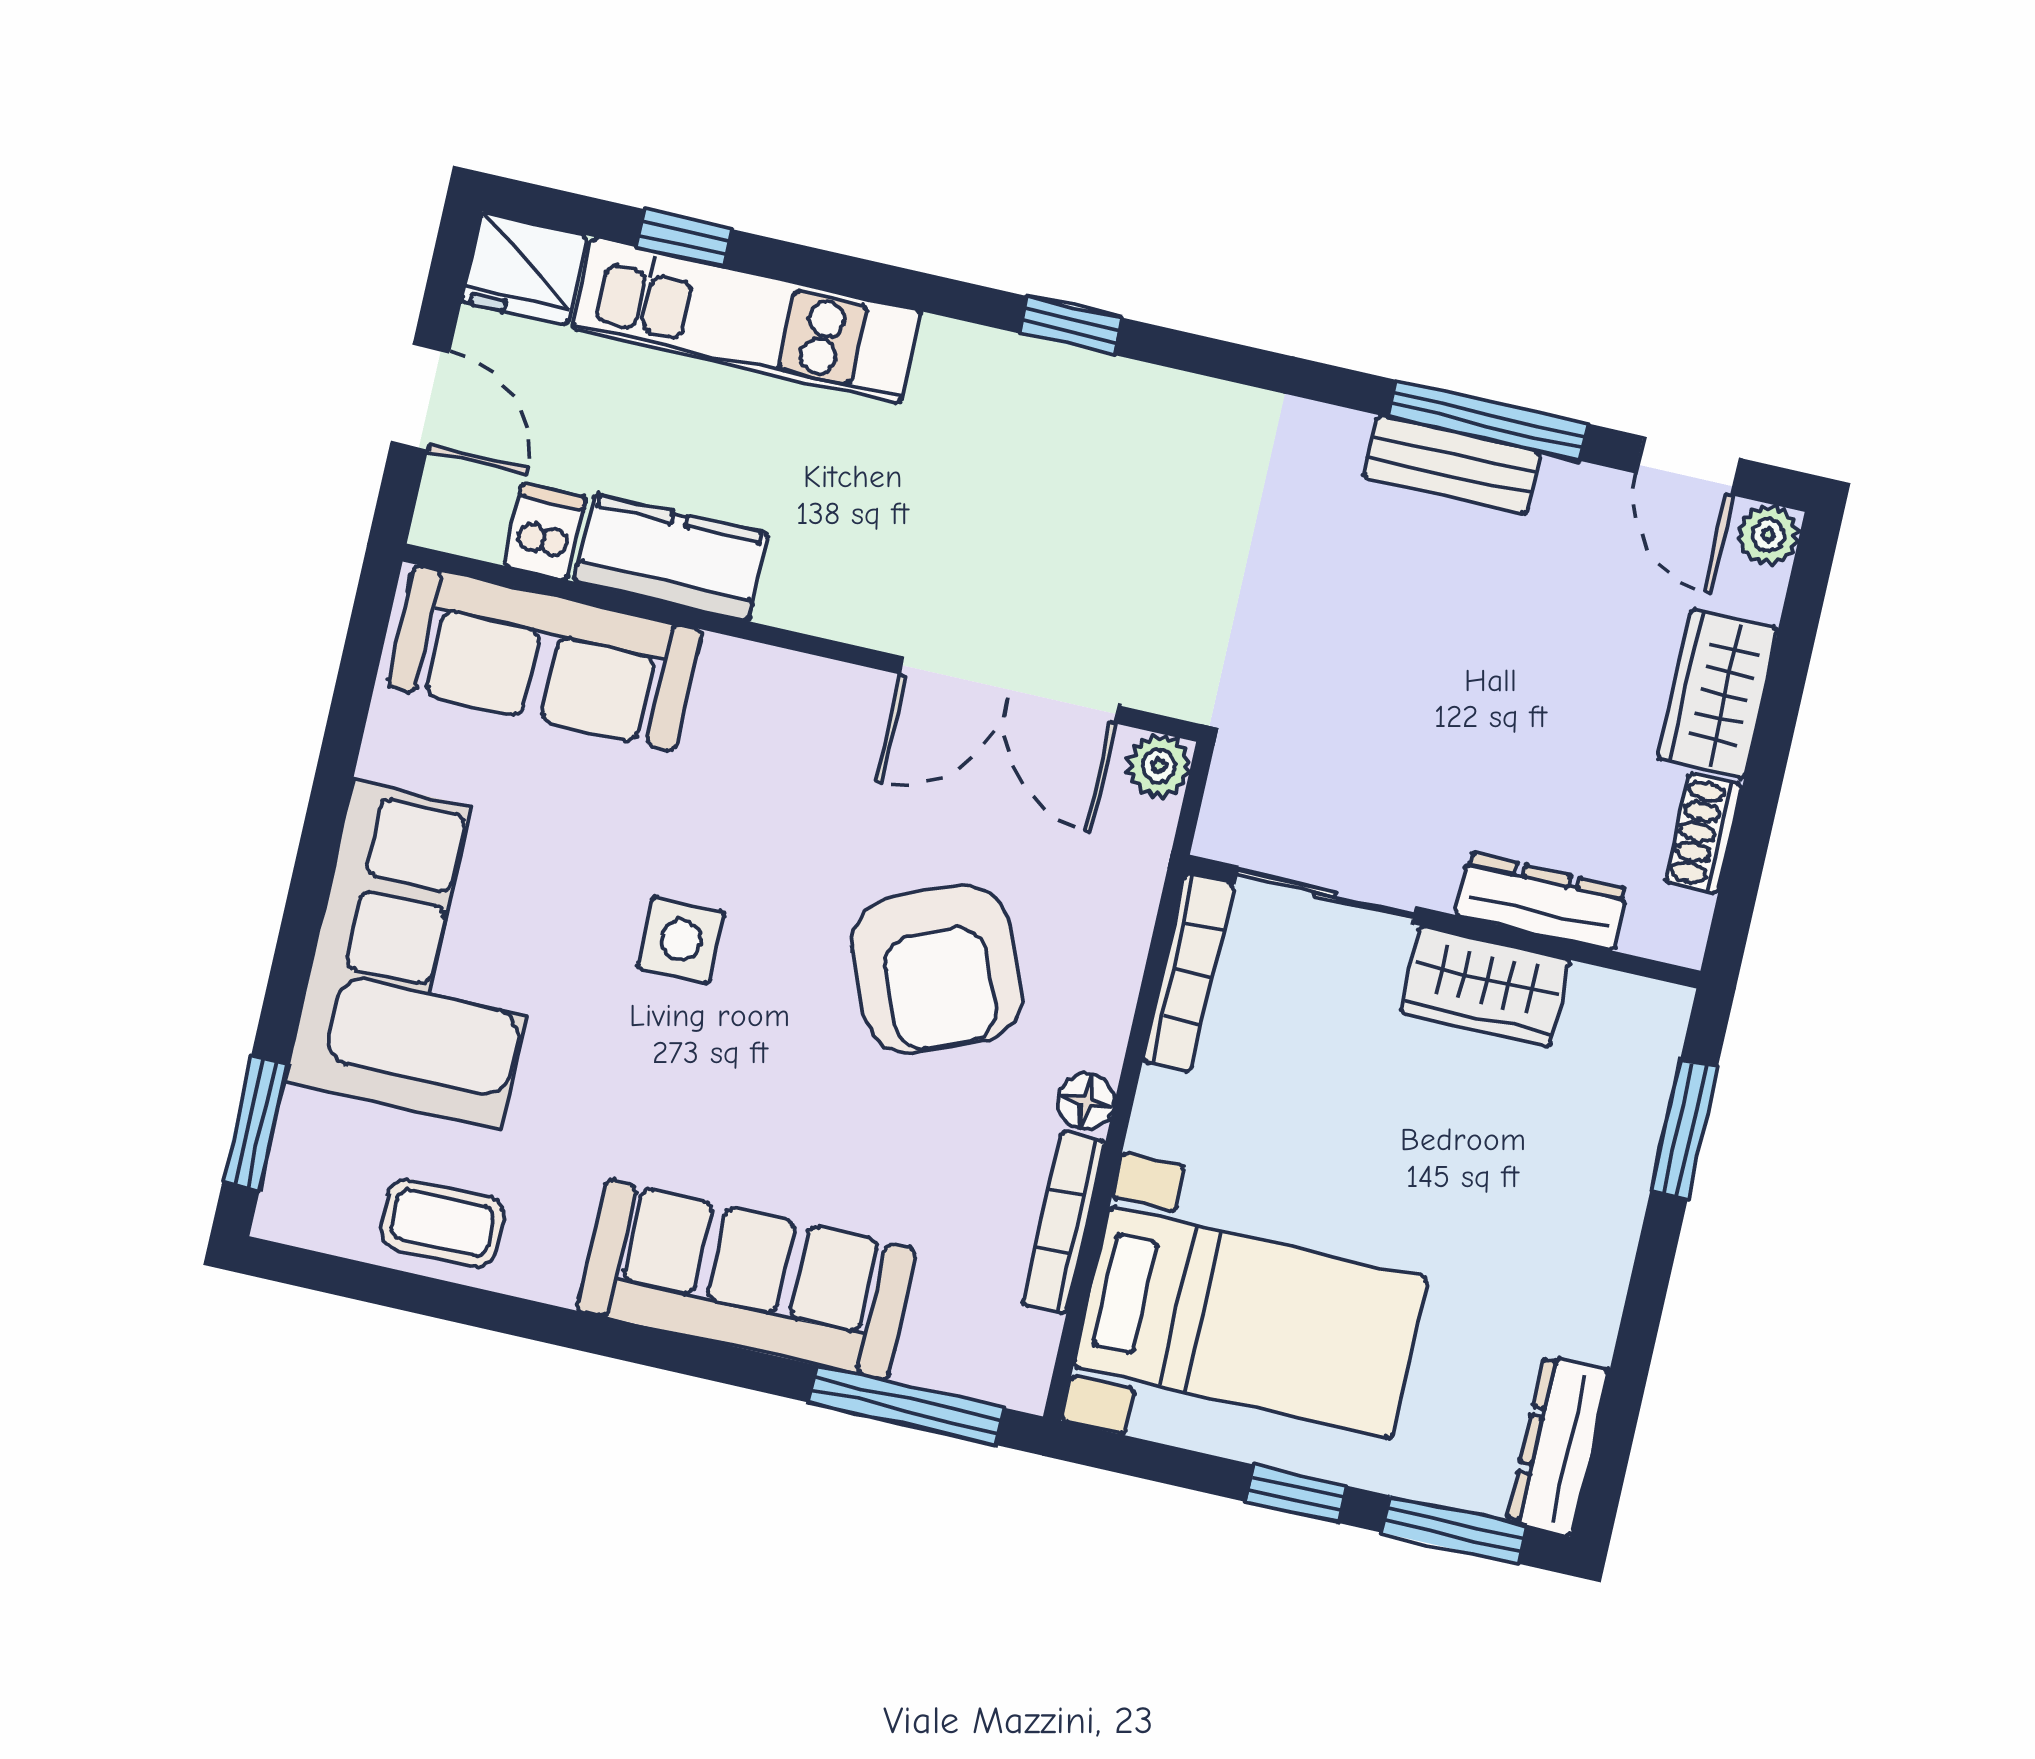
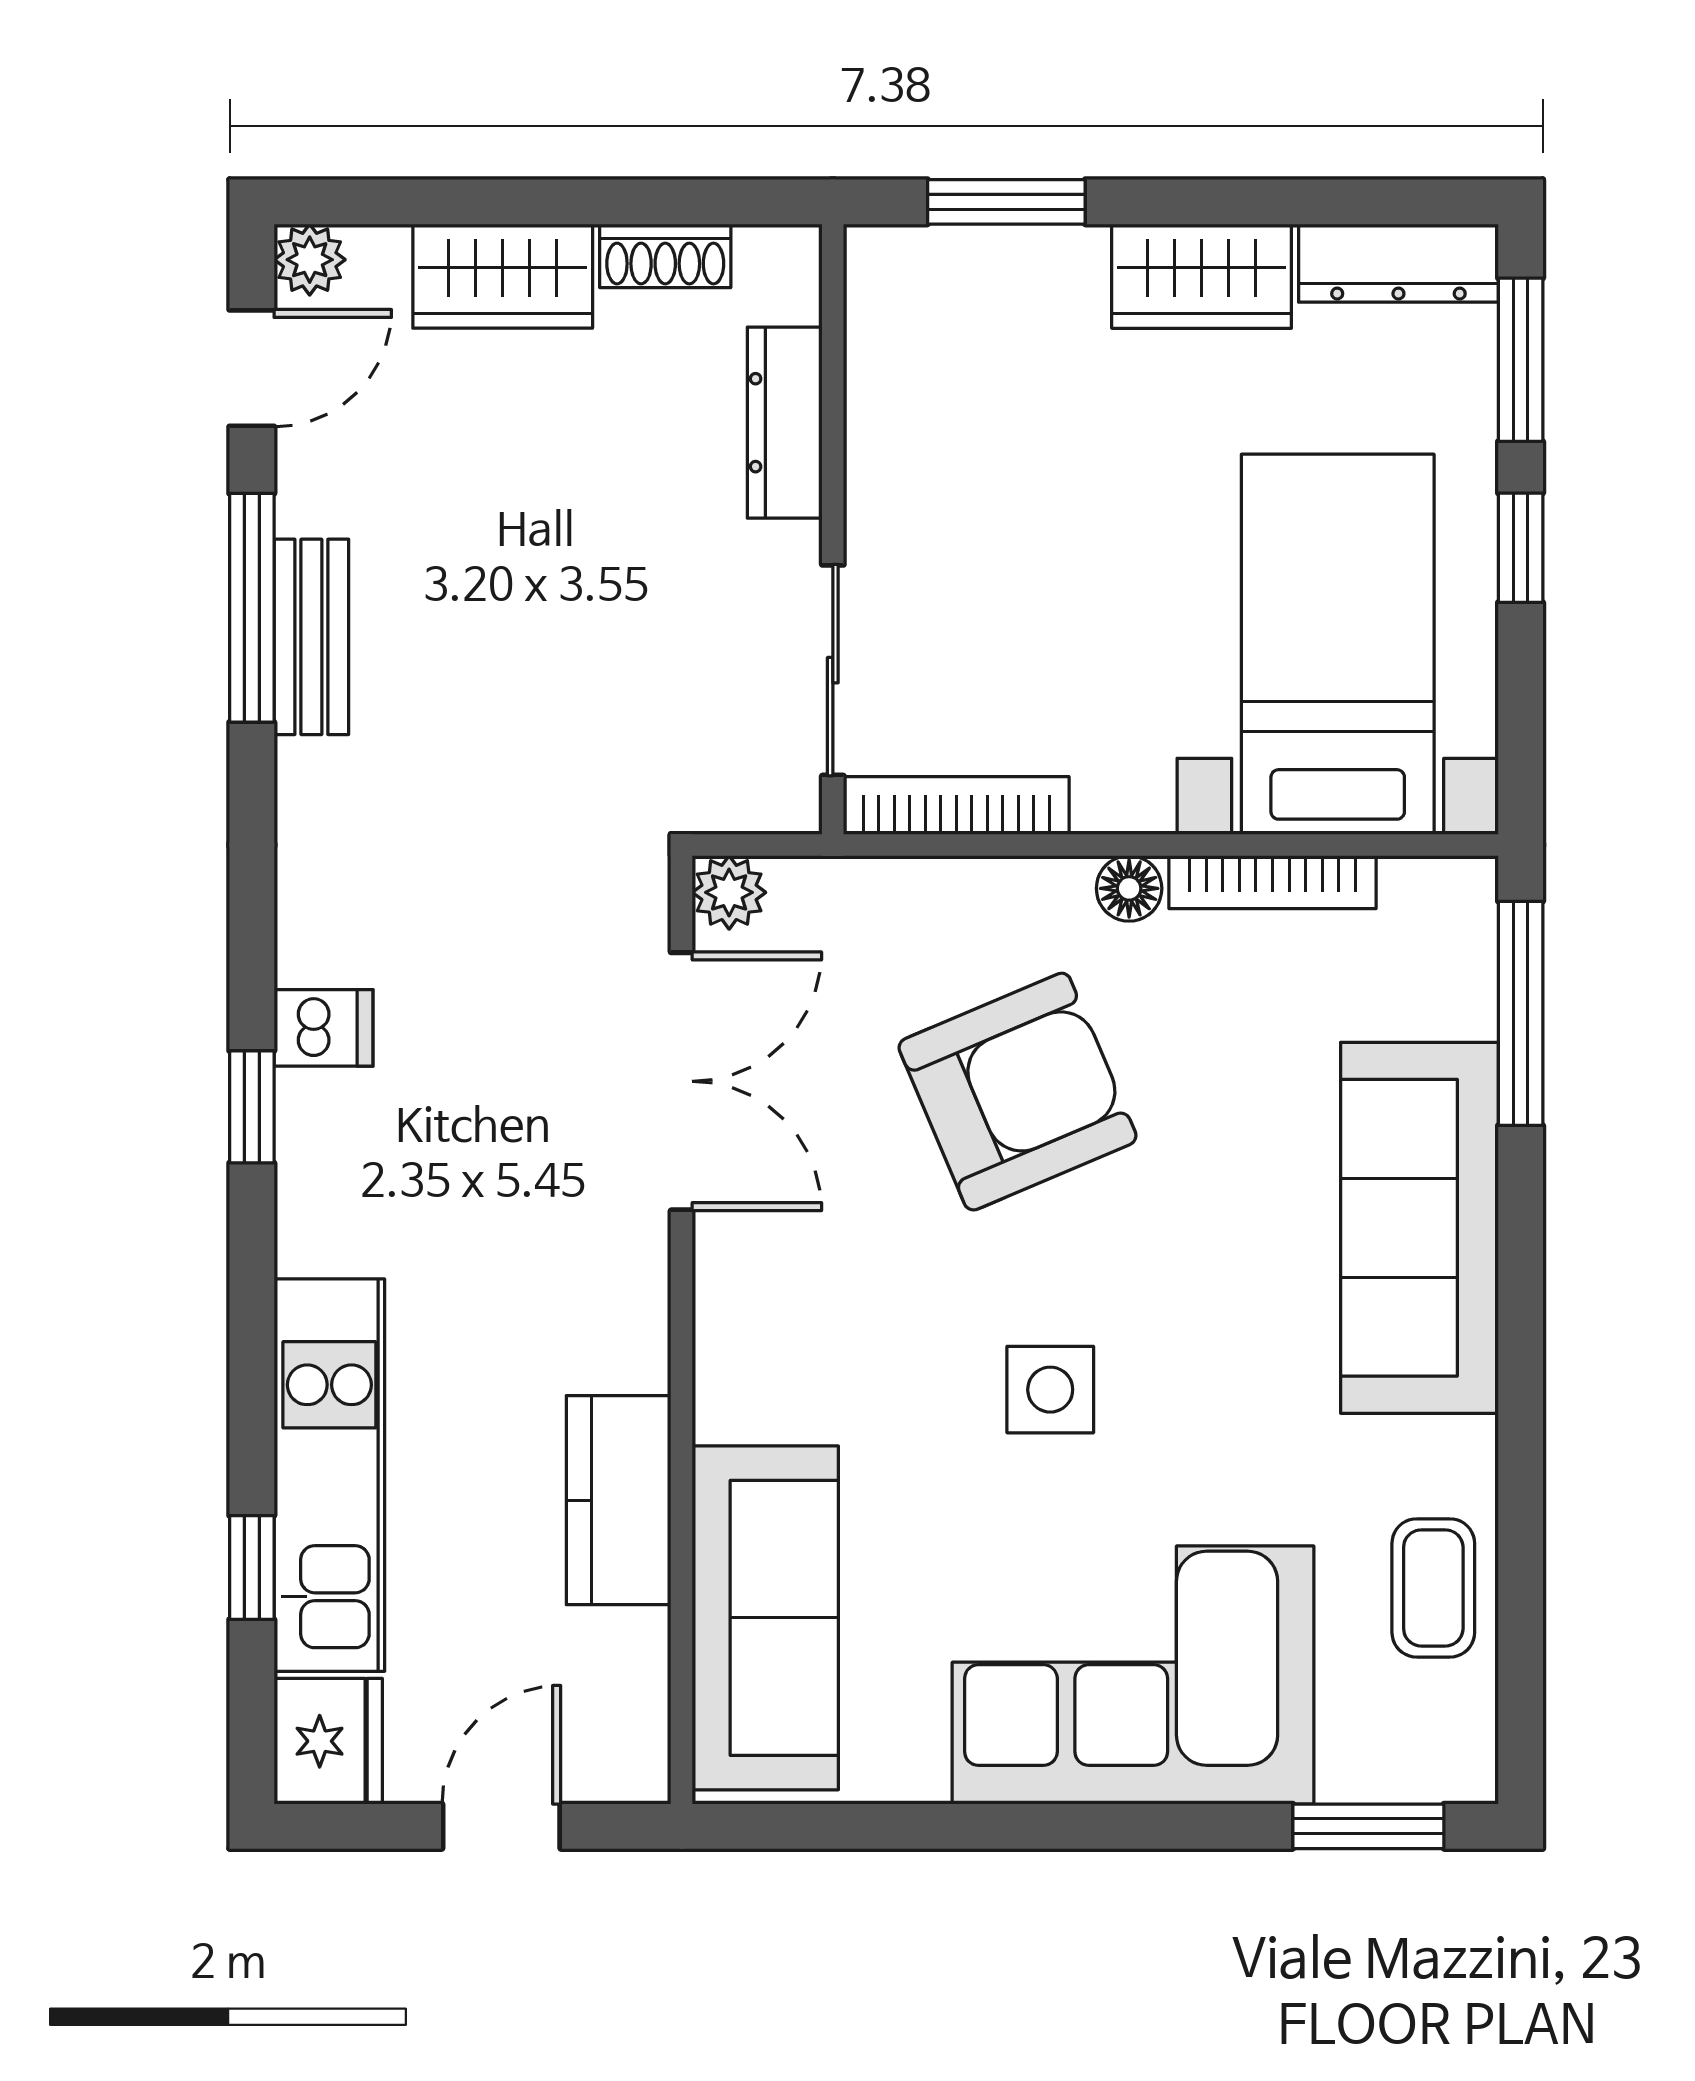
dishwasher: (545, 531) -> (324, 1028), moved, turned 180
wardrobe: (1485, 986) -> (1202, 276), moved, turned 90

